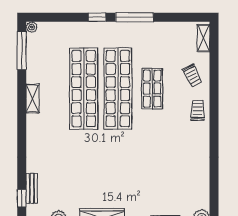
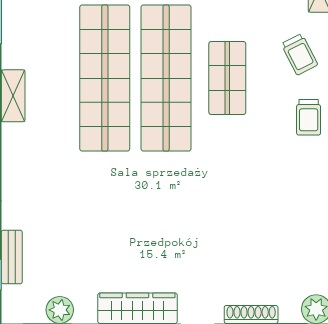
trolley: (197, 110) -> (309, 117), turned 180

